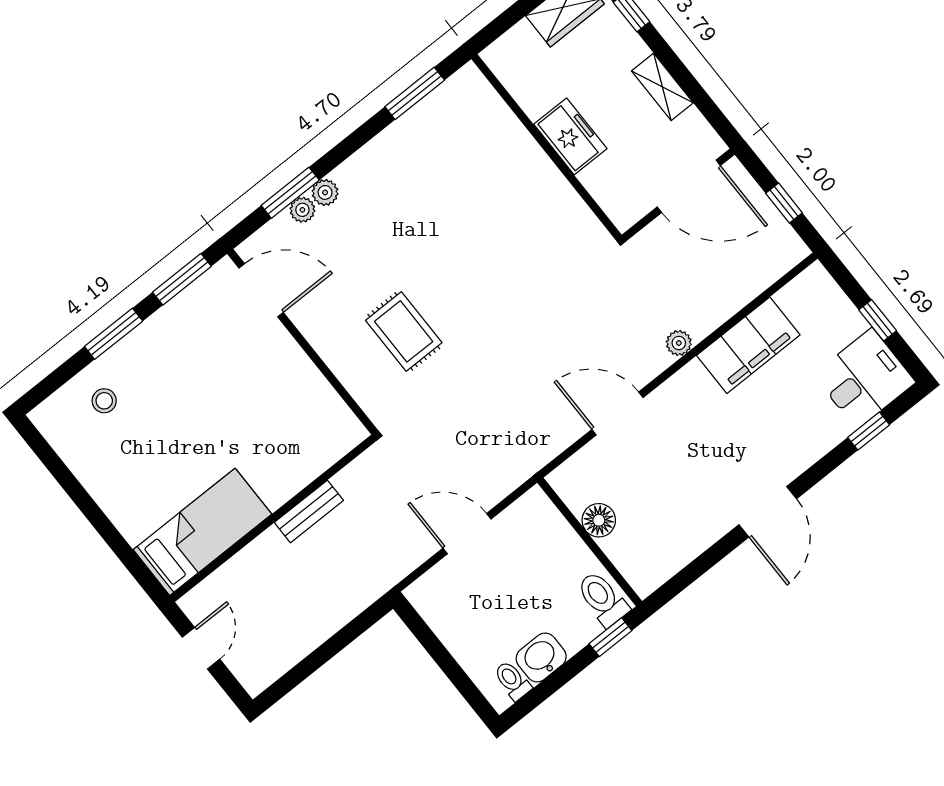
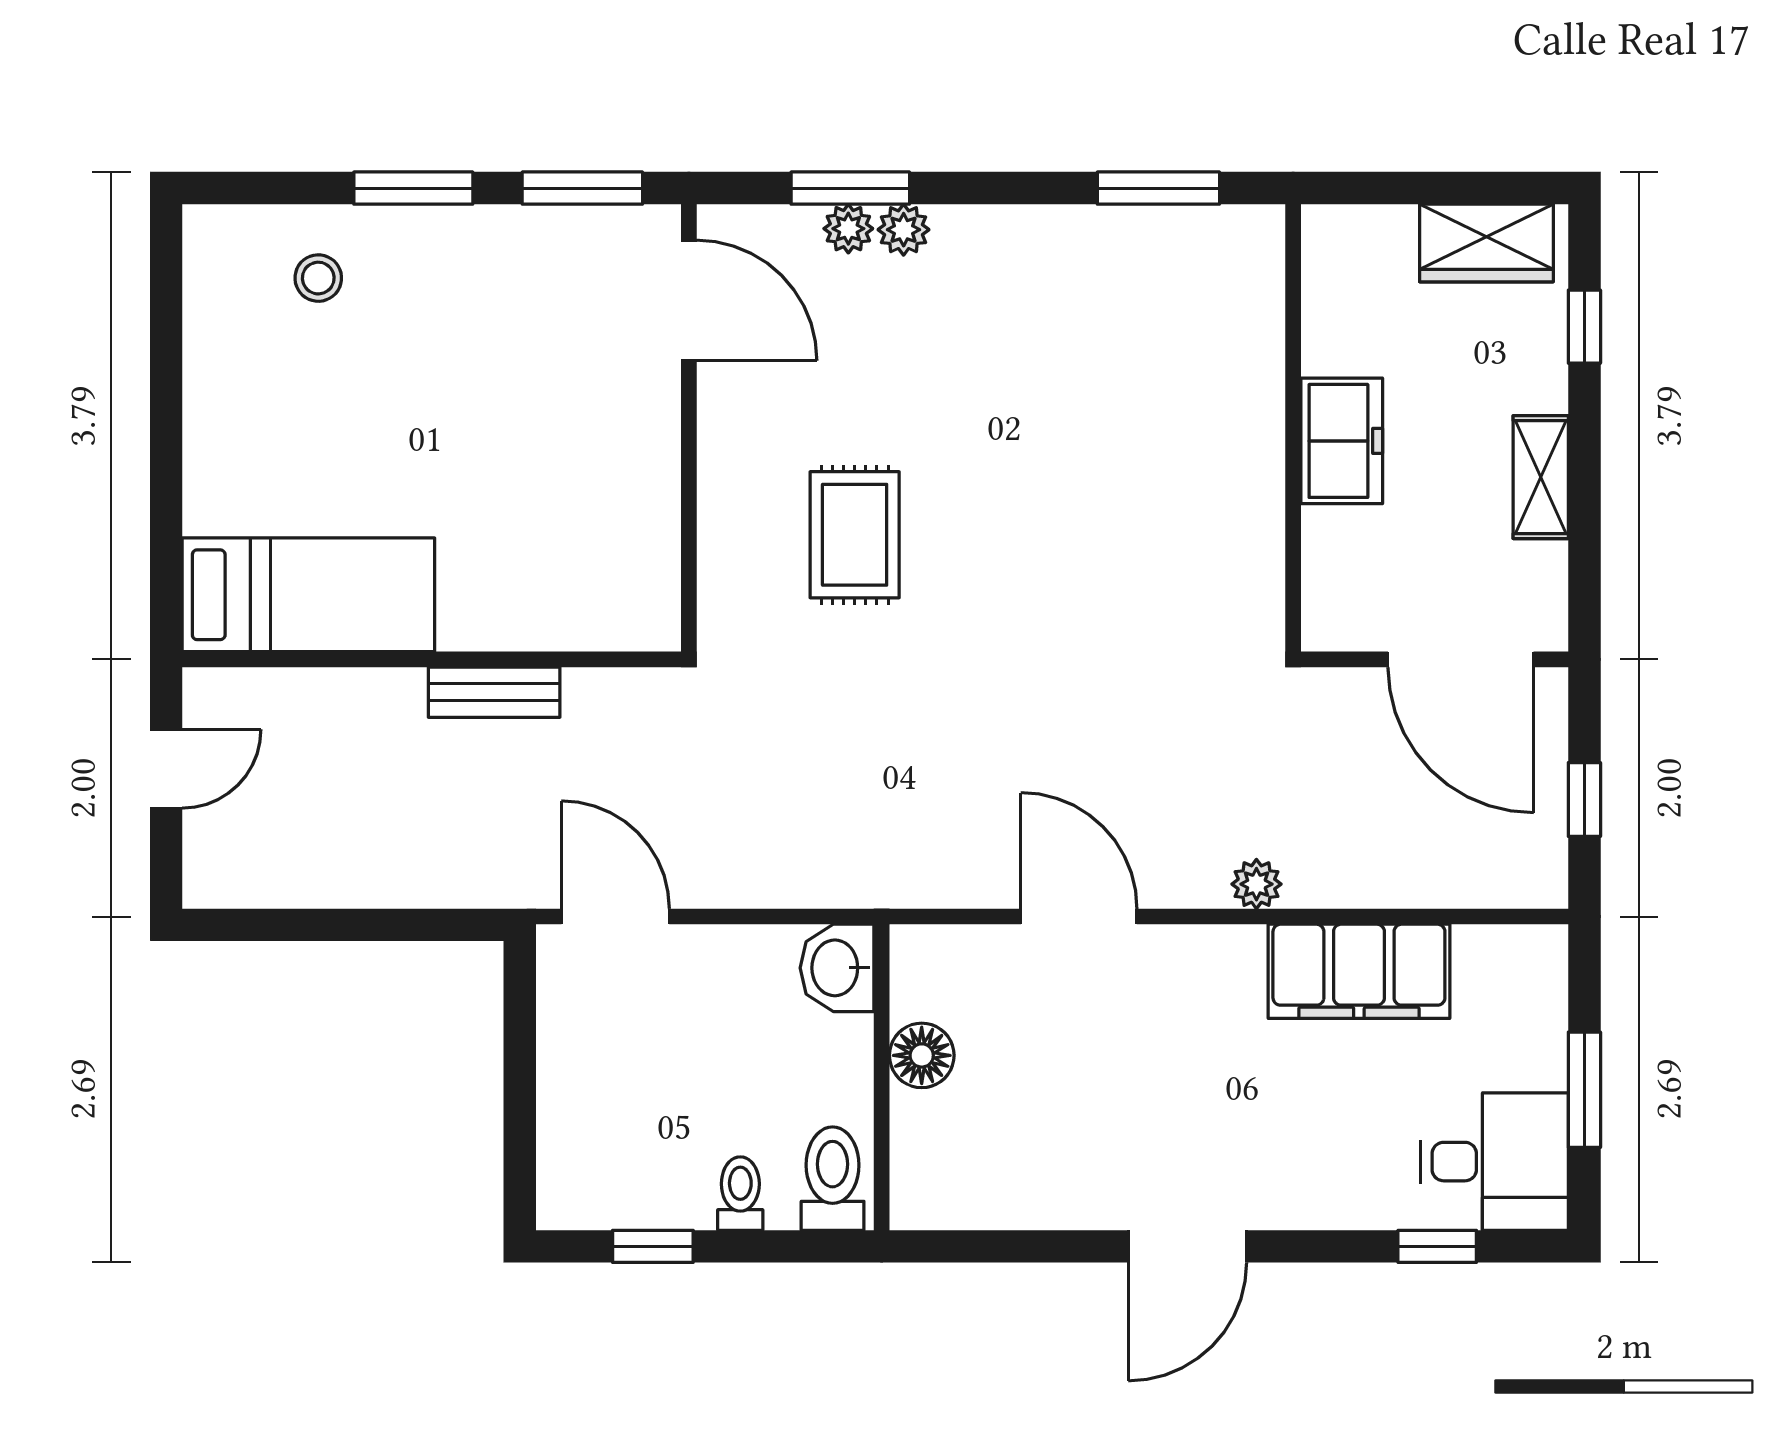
window: (878, 320) -> (1584, 1090), width x1.50
door: (467, 534) -> (615, 917), moved
window: (610, 637) -> (653, 1246), moved
washbasin: (541, 657) -> (837, 968), moved, turned -90
toilet: (512, 681) -> (740, 1194), moved

